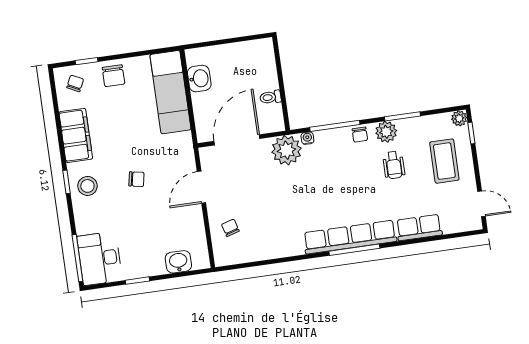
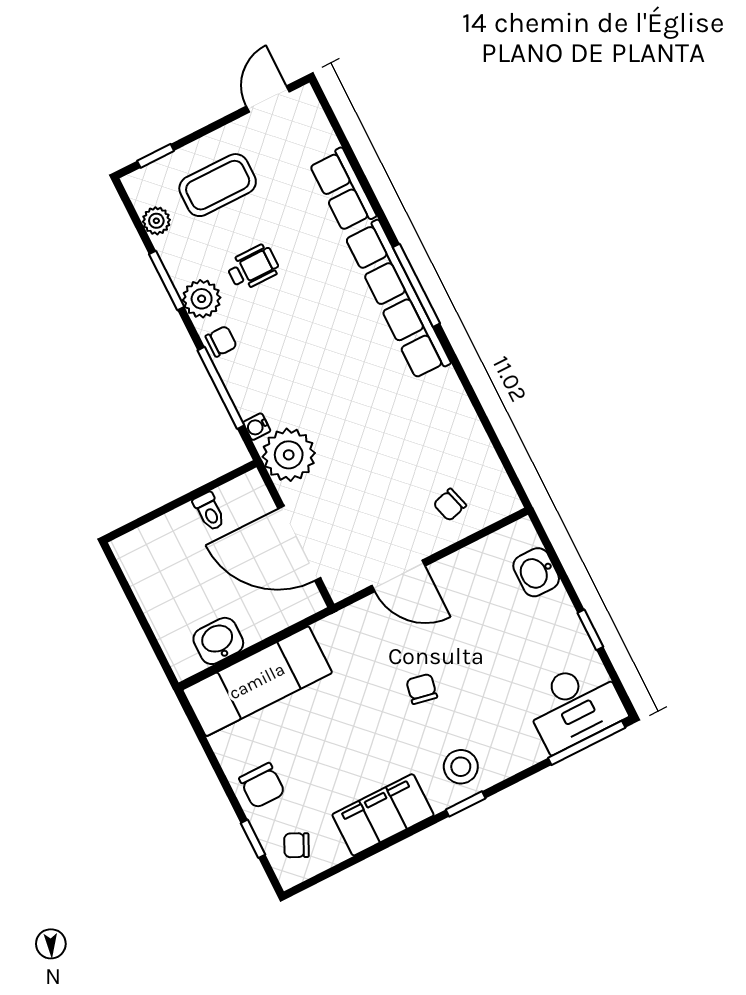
chair: (113, 76) -> (262, 786), turned 90
plant: (459, 118) -> (156, 221), moved

